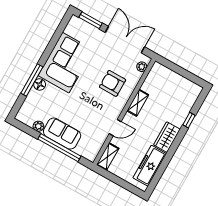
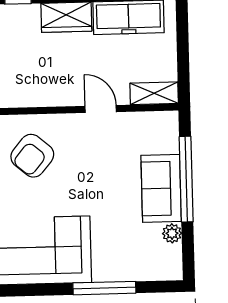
armchair: (113, 83) -> (32, 156), turned 40
floor lamp: (40, 84) -> (104, 271), removed
shelving: (138, 103) -> (39, 97), removed

